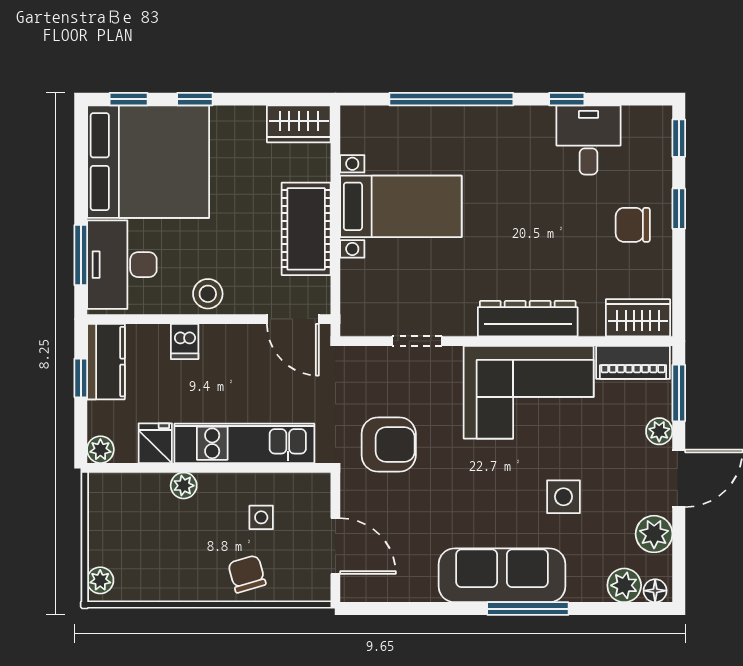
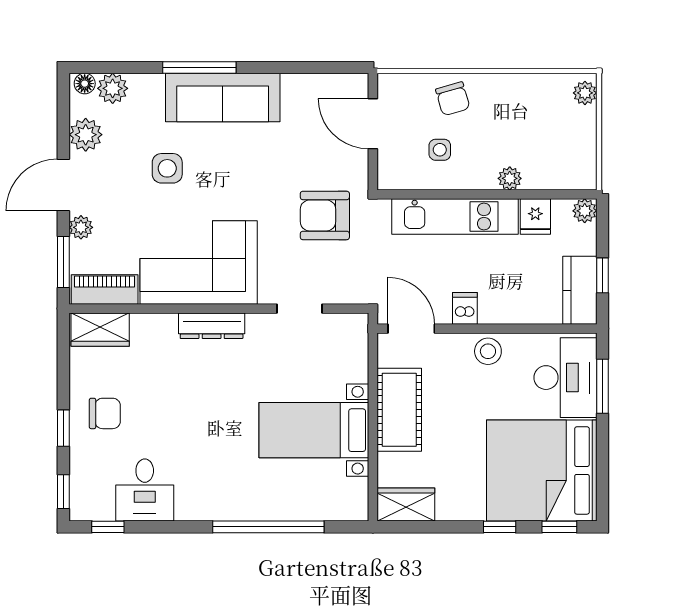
window: (567, 99) -> (108, 527), moved
dresser: (528, 319) -> (212, 326), width x0.73, depth x0.80
dishwasher: (185, 341) -> (465, 308), moved

